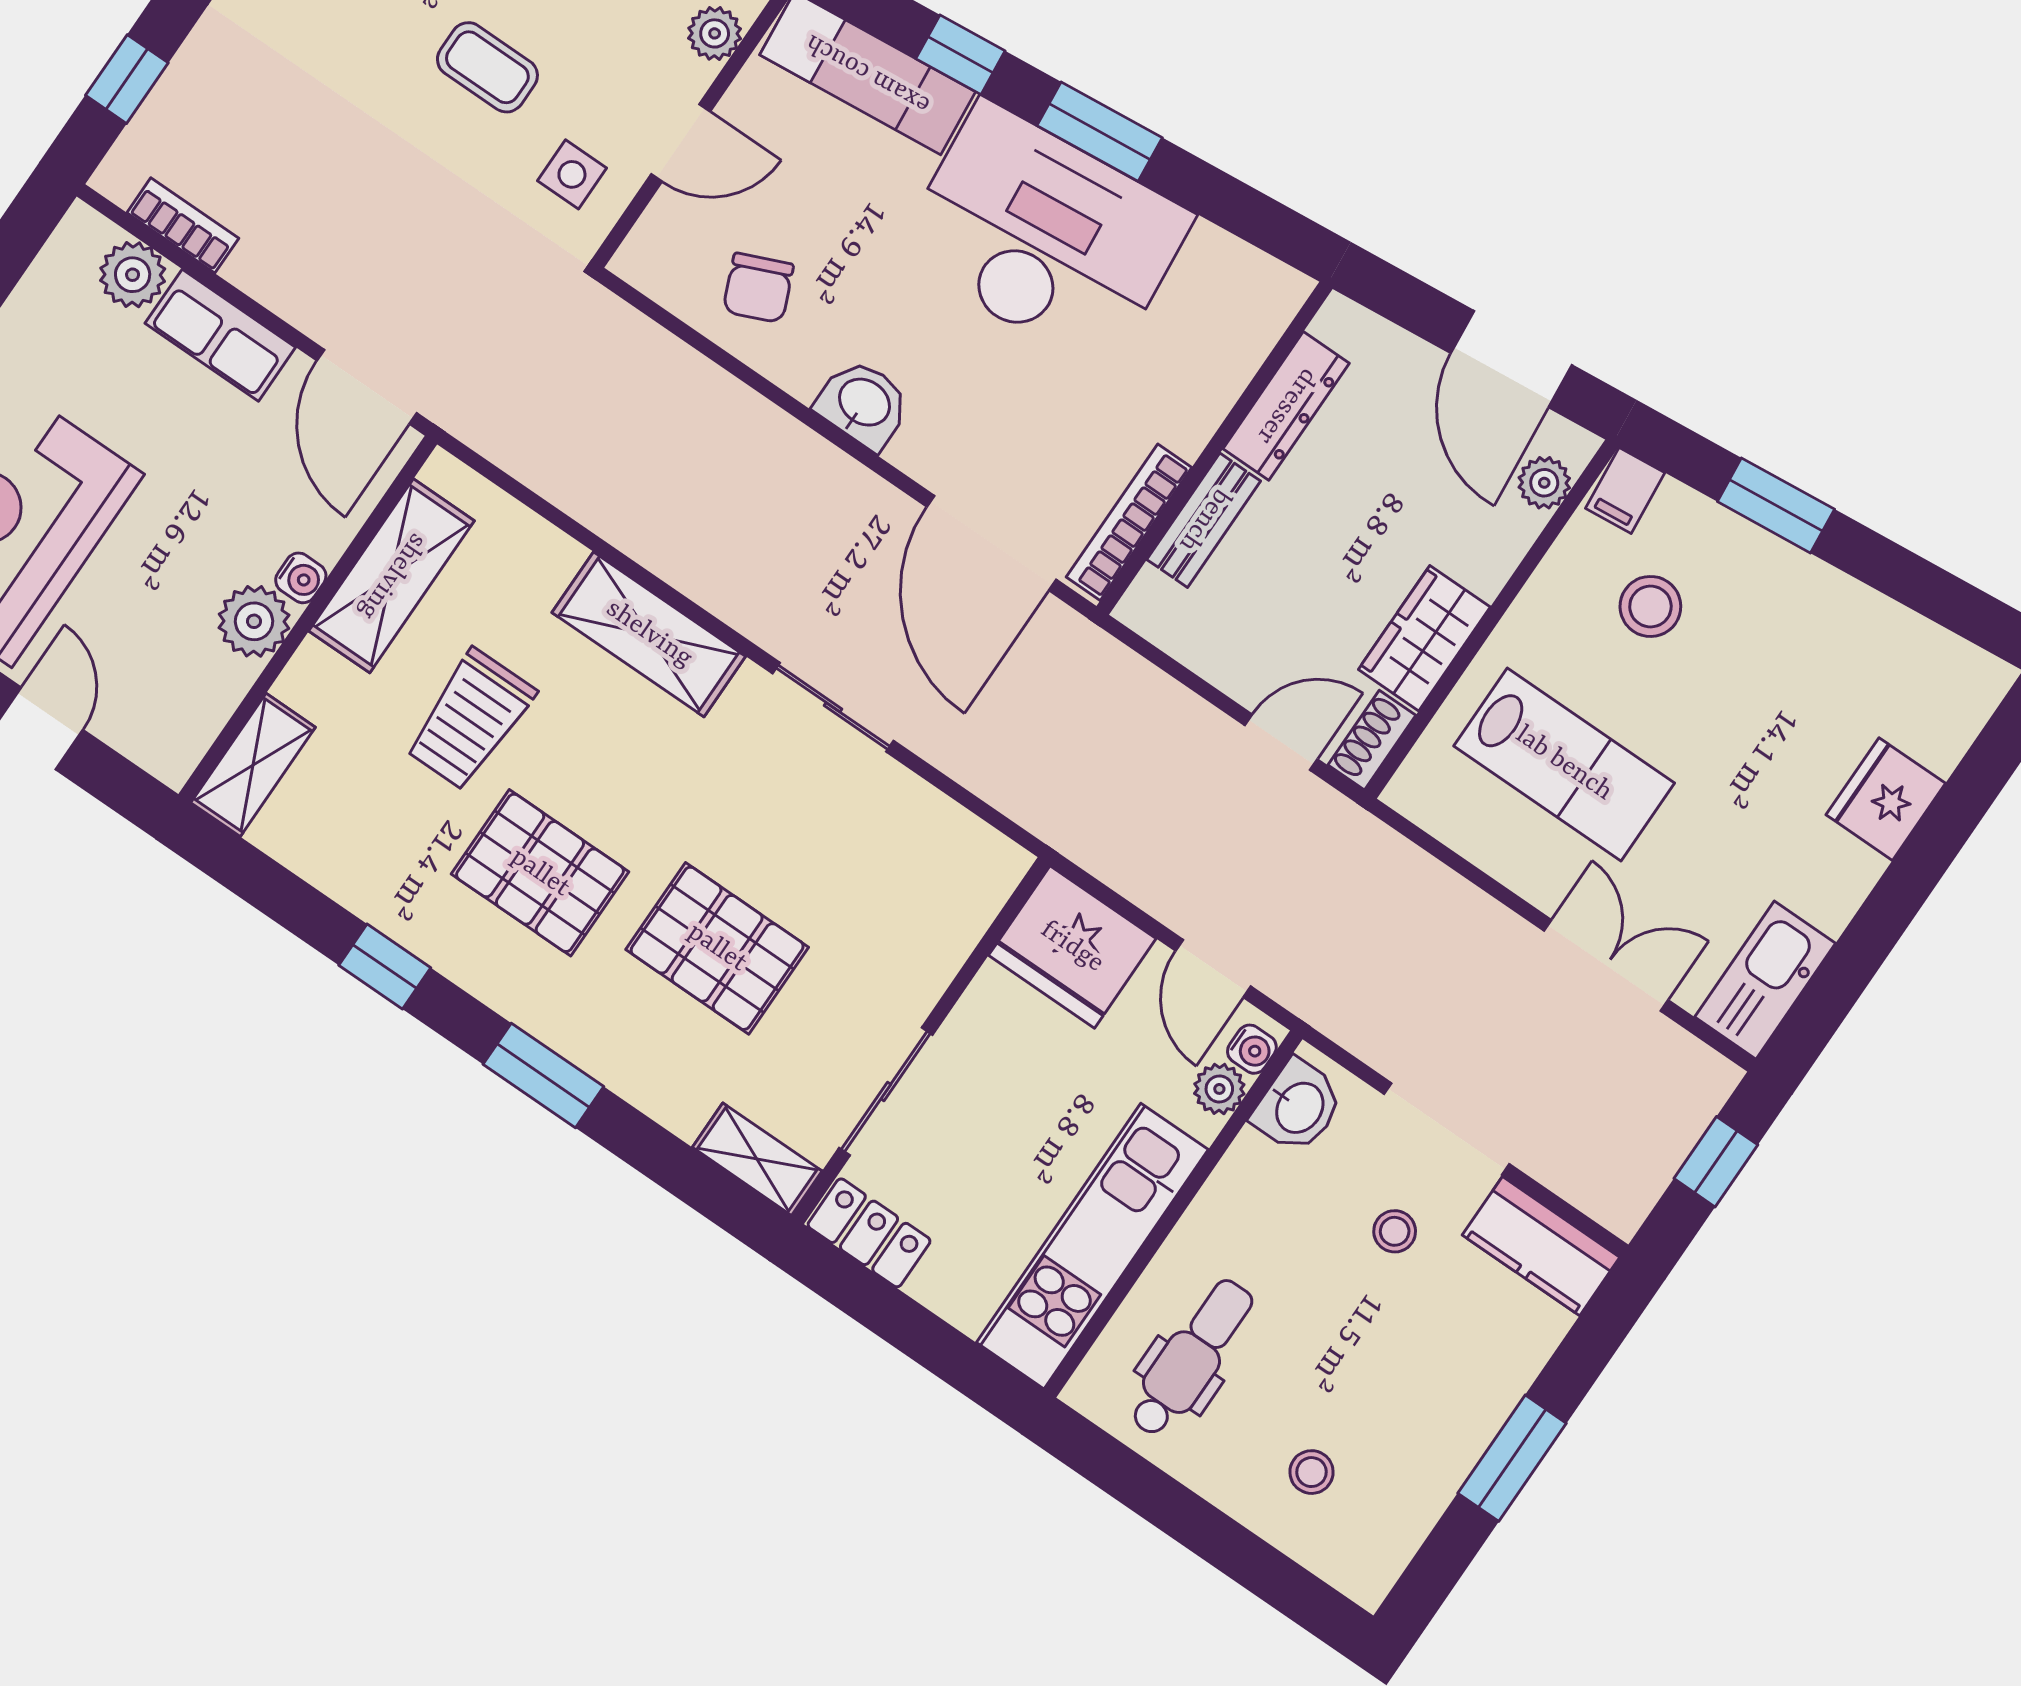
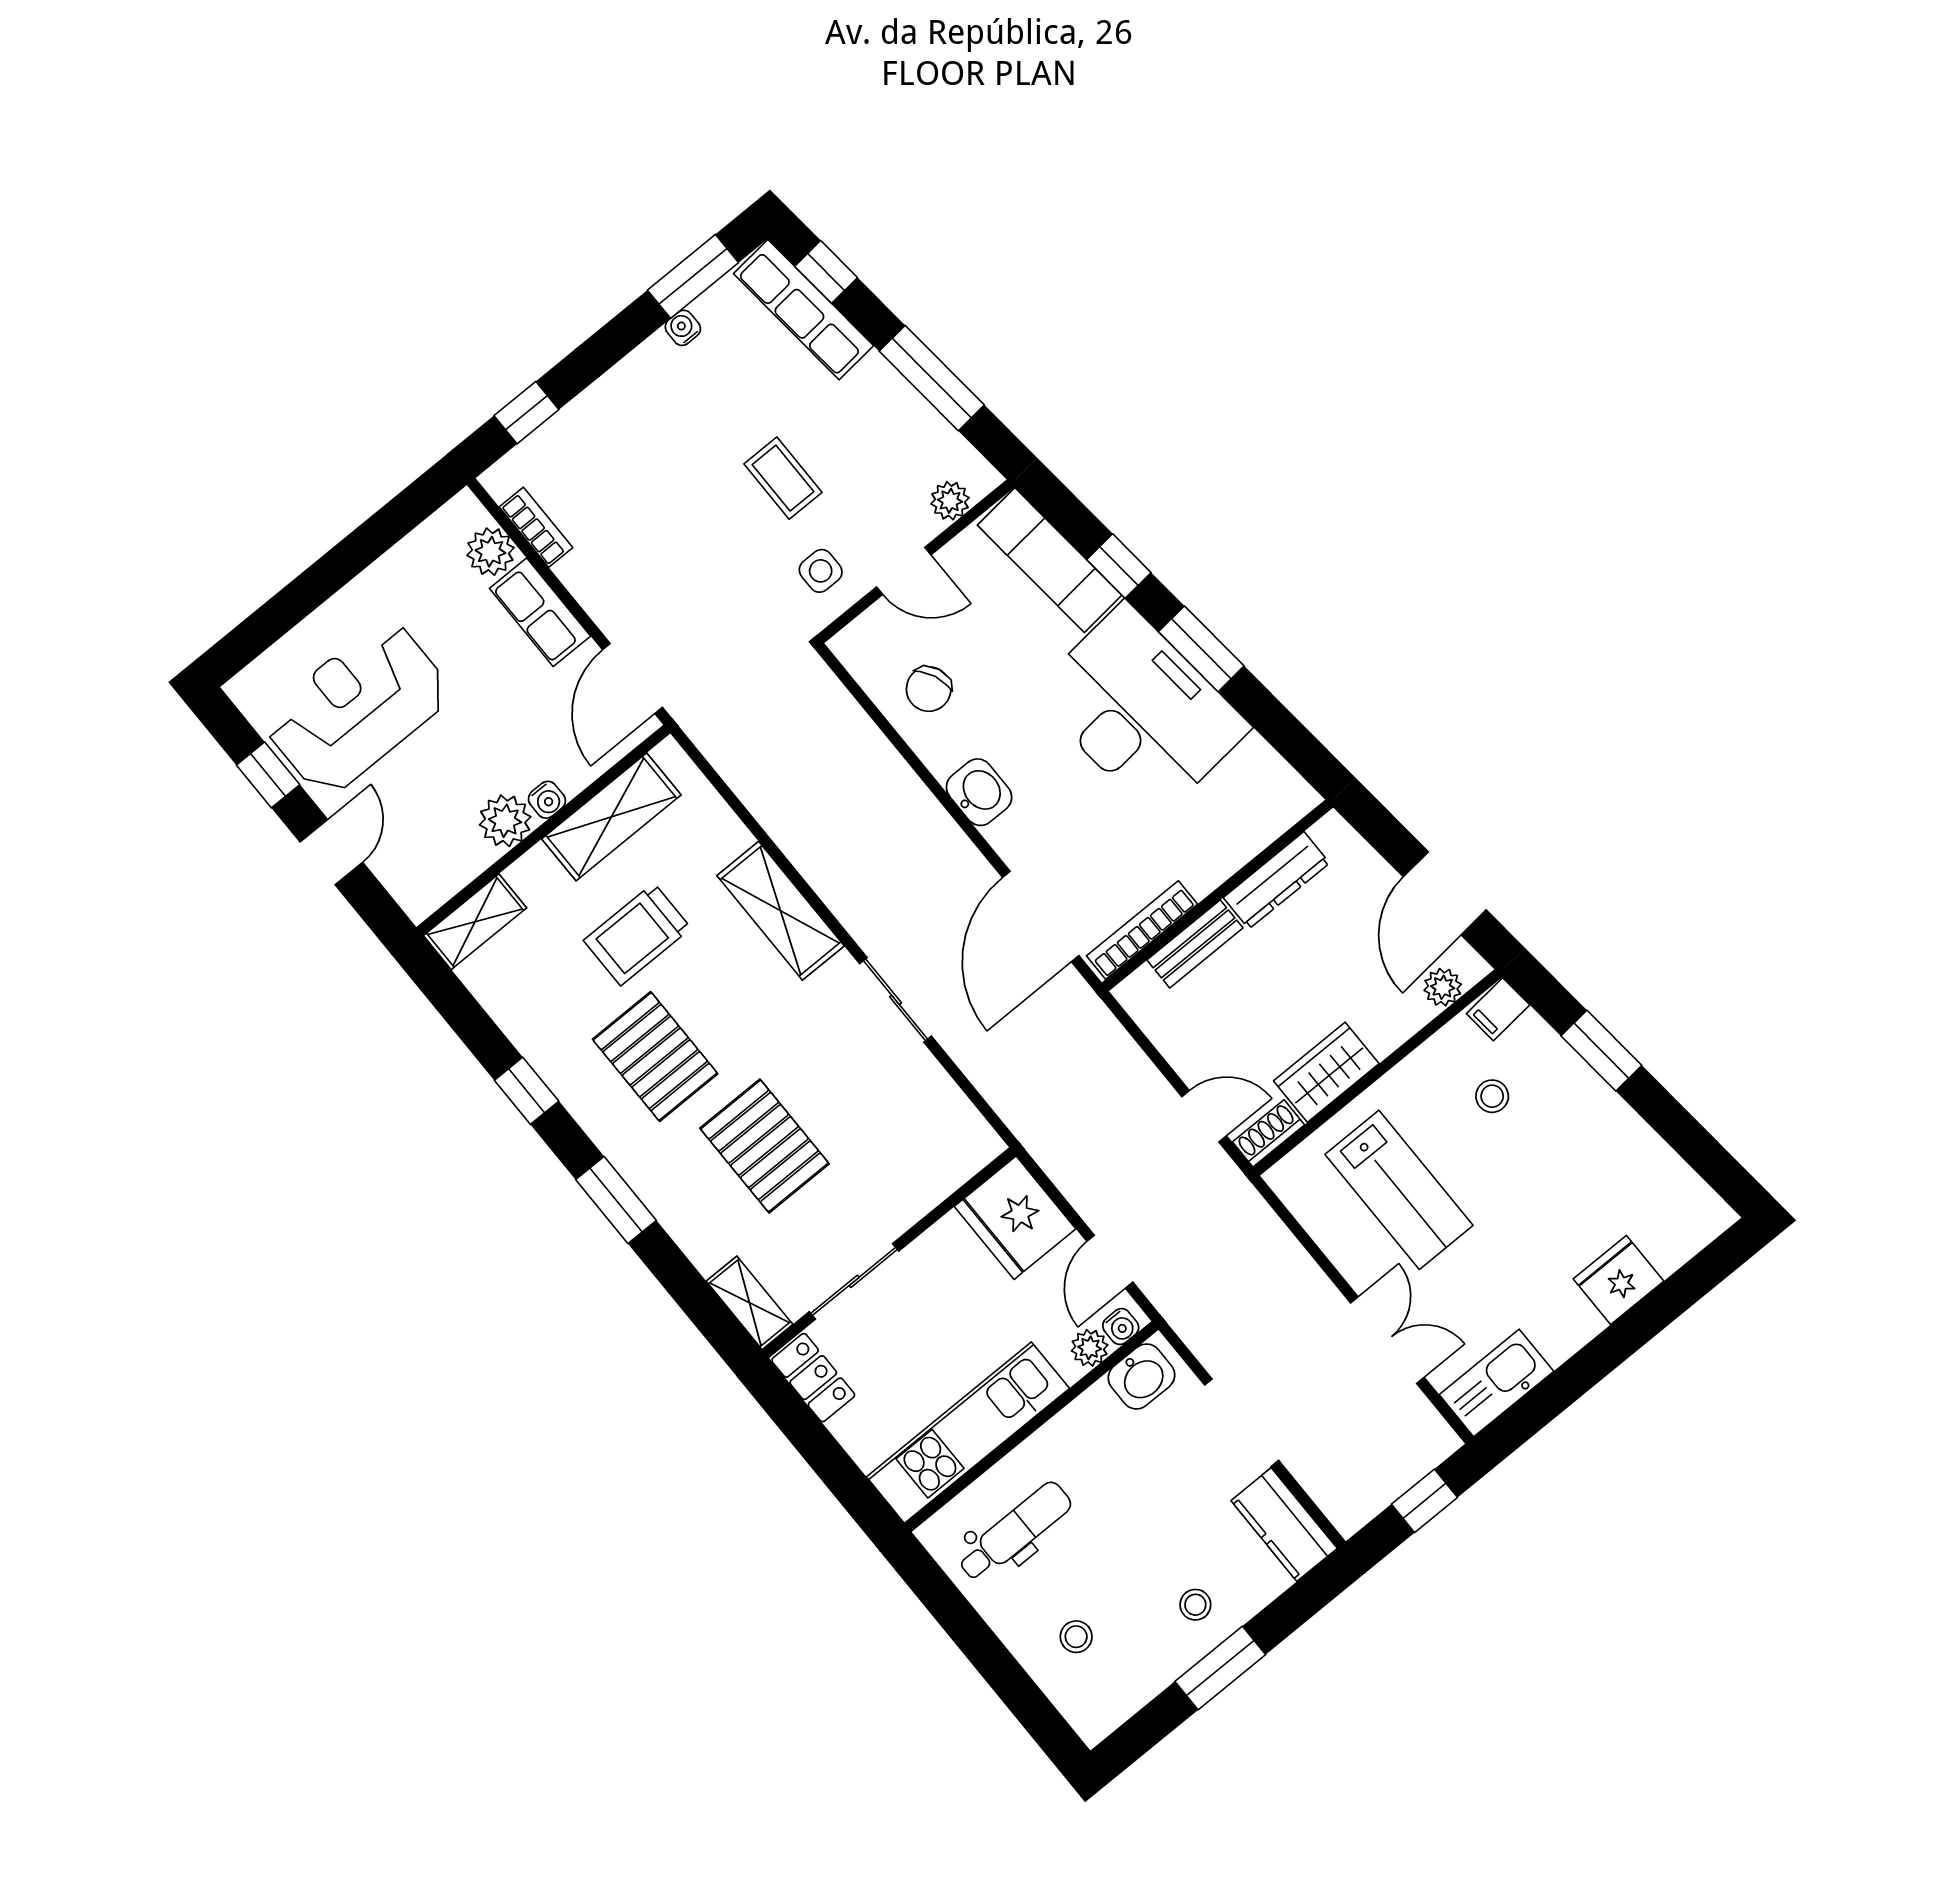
stool: (1650, 606) -> (1492, 1096), width x0.73, depth x0.73
stool: (1395, 1231) -> (1195, 1605), moved

